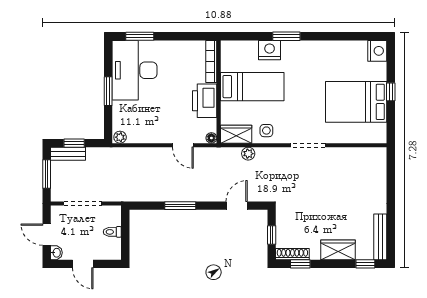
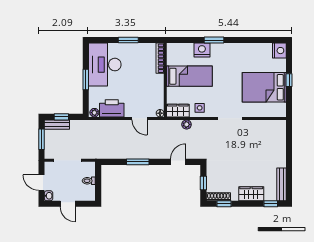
window: (140, 36) -> (128, 40), moved
printer: (205, 101) -> (112, 108), moved, turned 90

